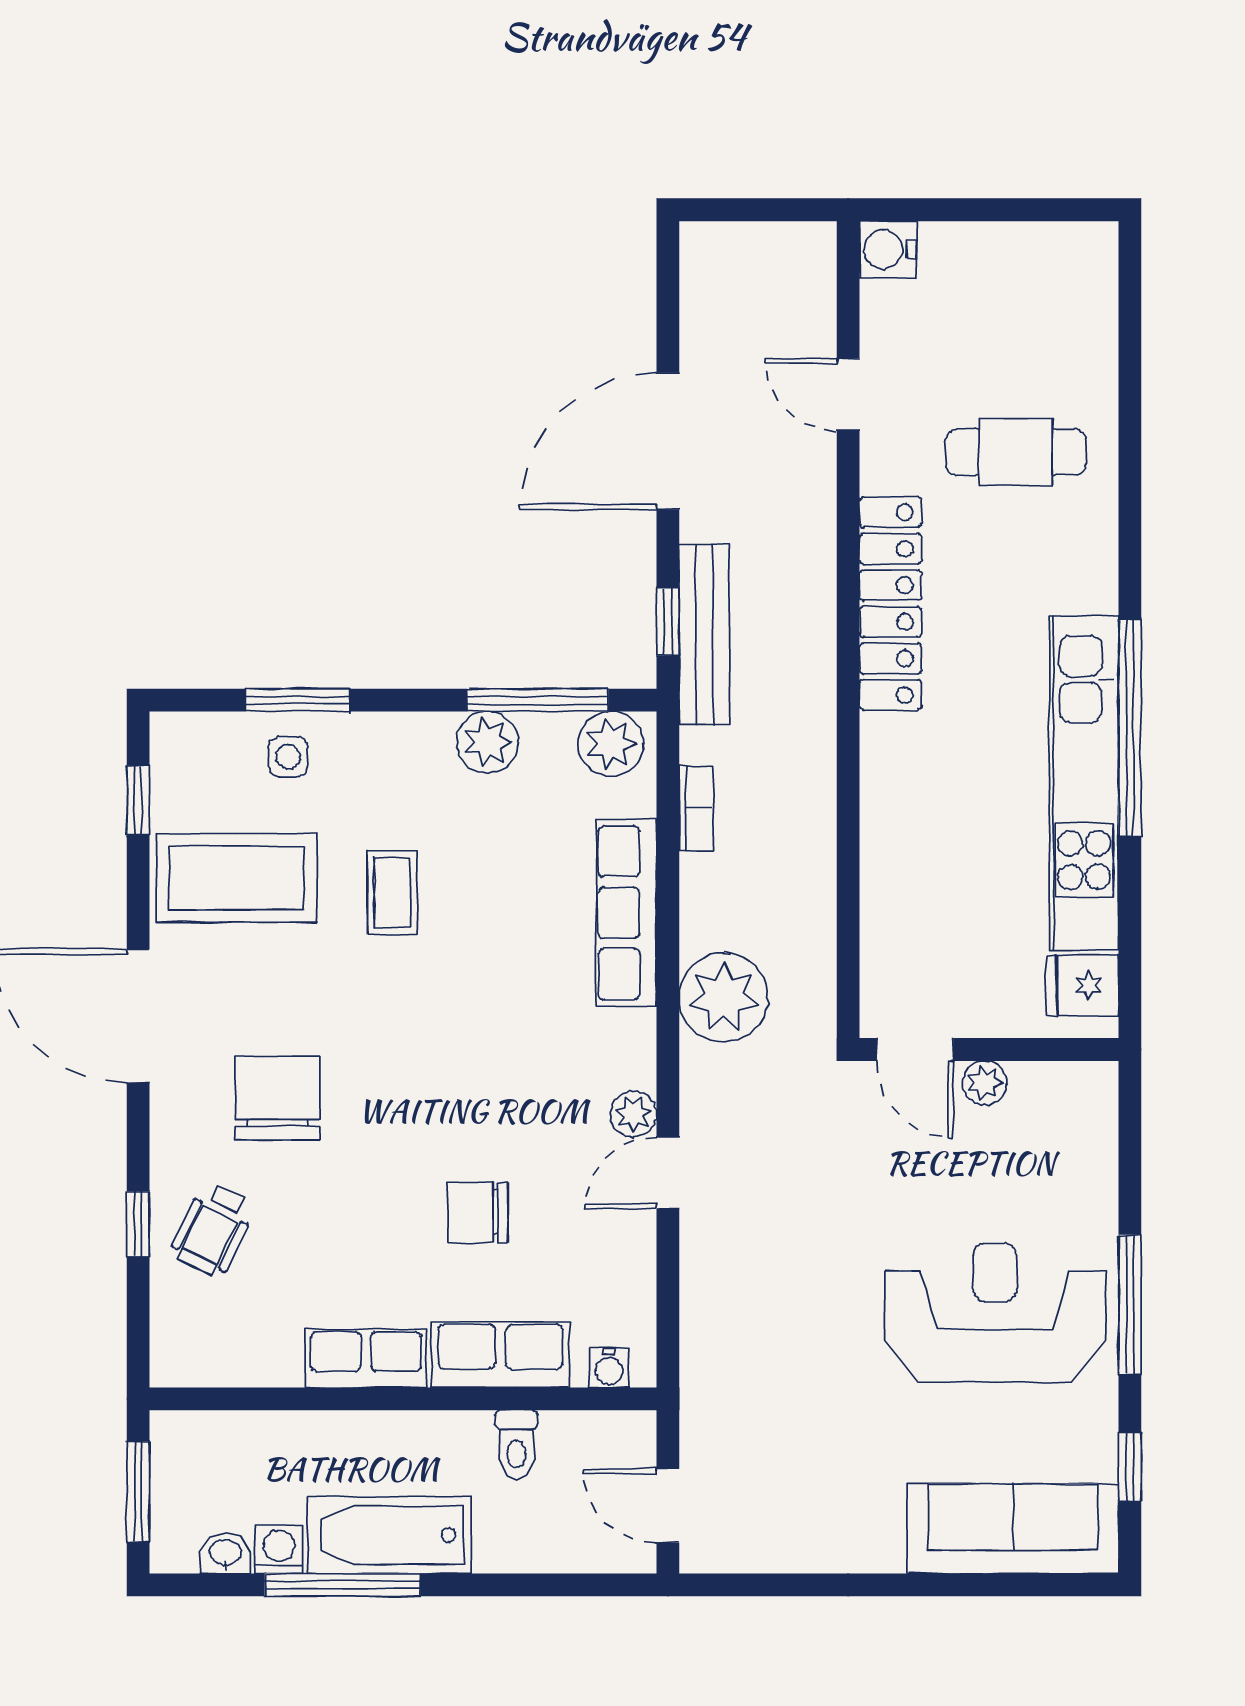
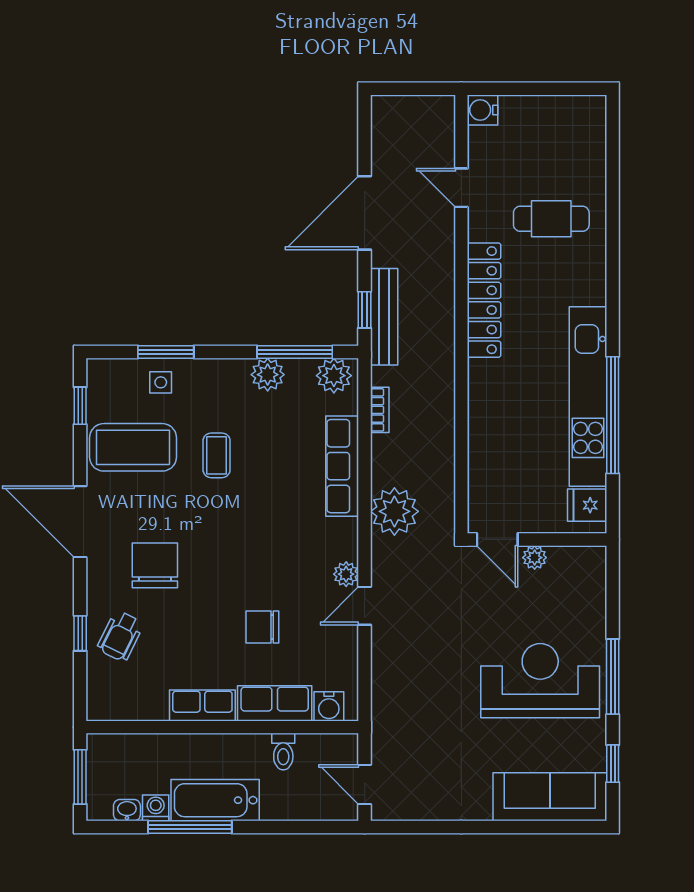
window: (1130, 728) -> (613, 415), moved
water cooler: (609, 1368) -> (329, 706), width x1.38, depth x1.38

